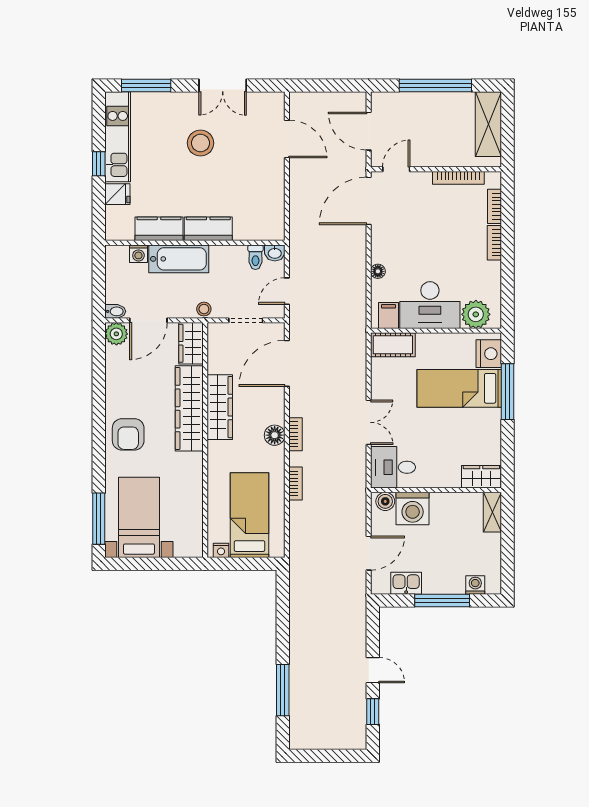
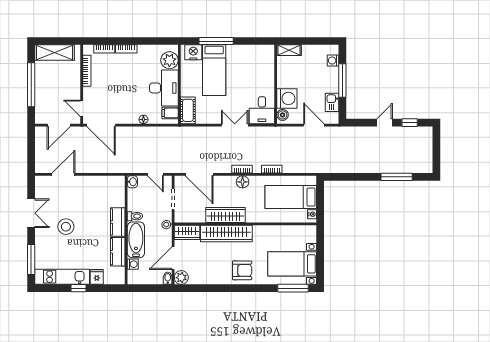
toilet: (255, 257) -> (135, 216), moved
door: (148, 320) -> (173, 258), swing flipped
wardrobe: (481, 477) -> (268, 57), removed

